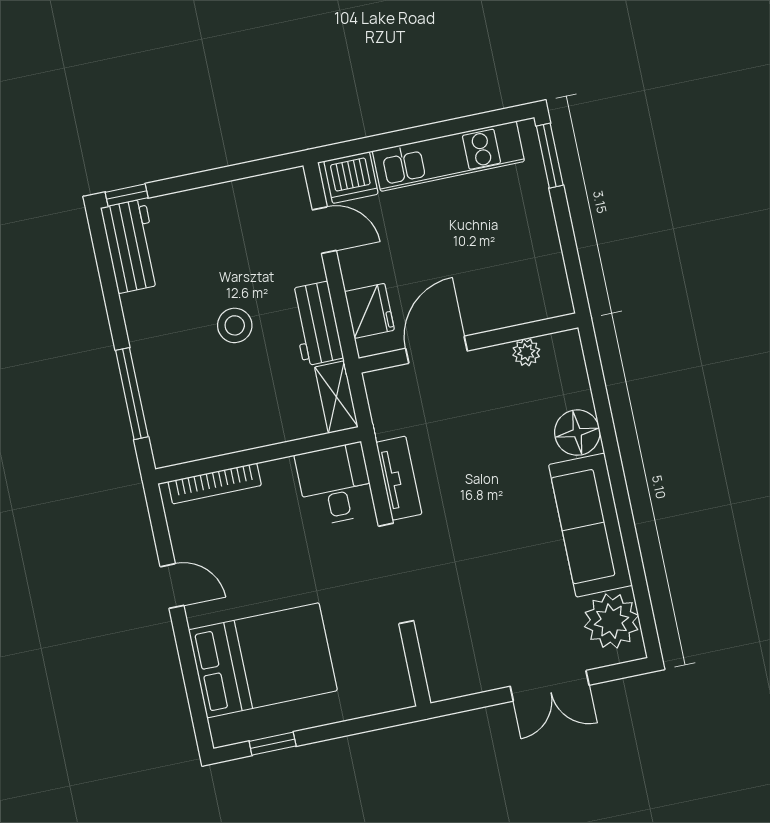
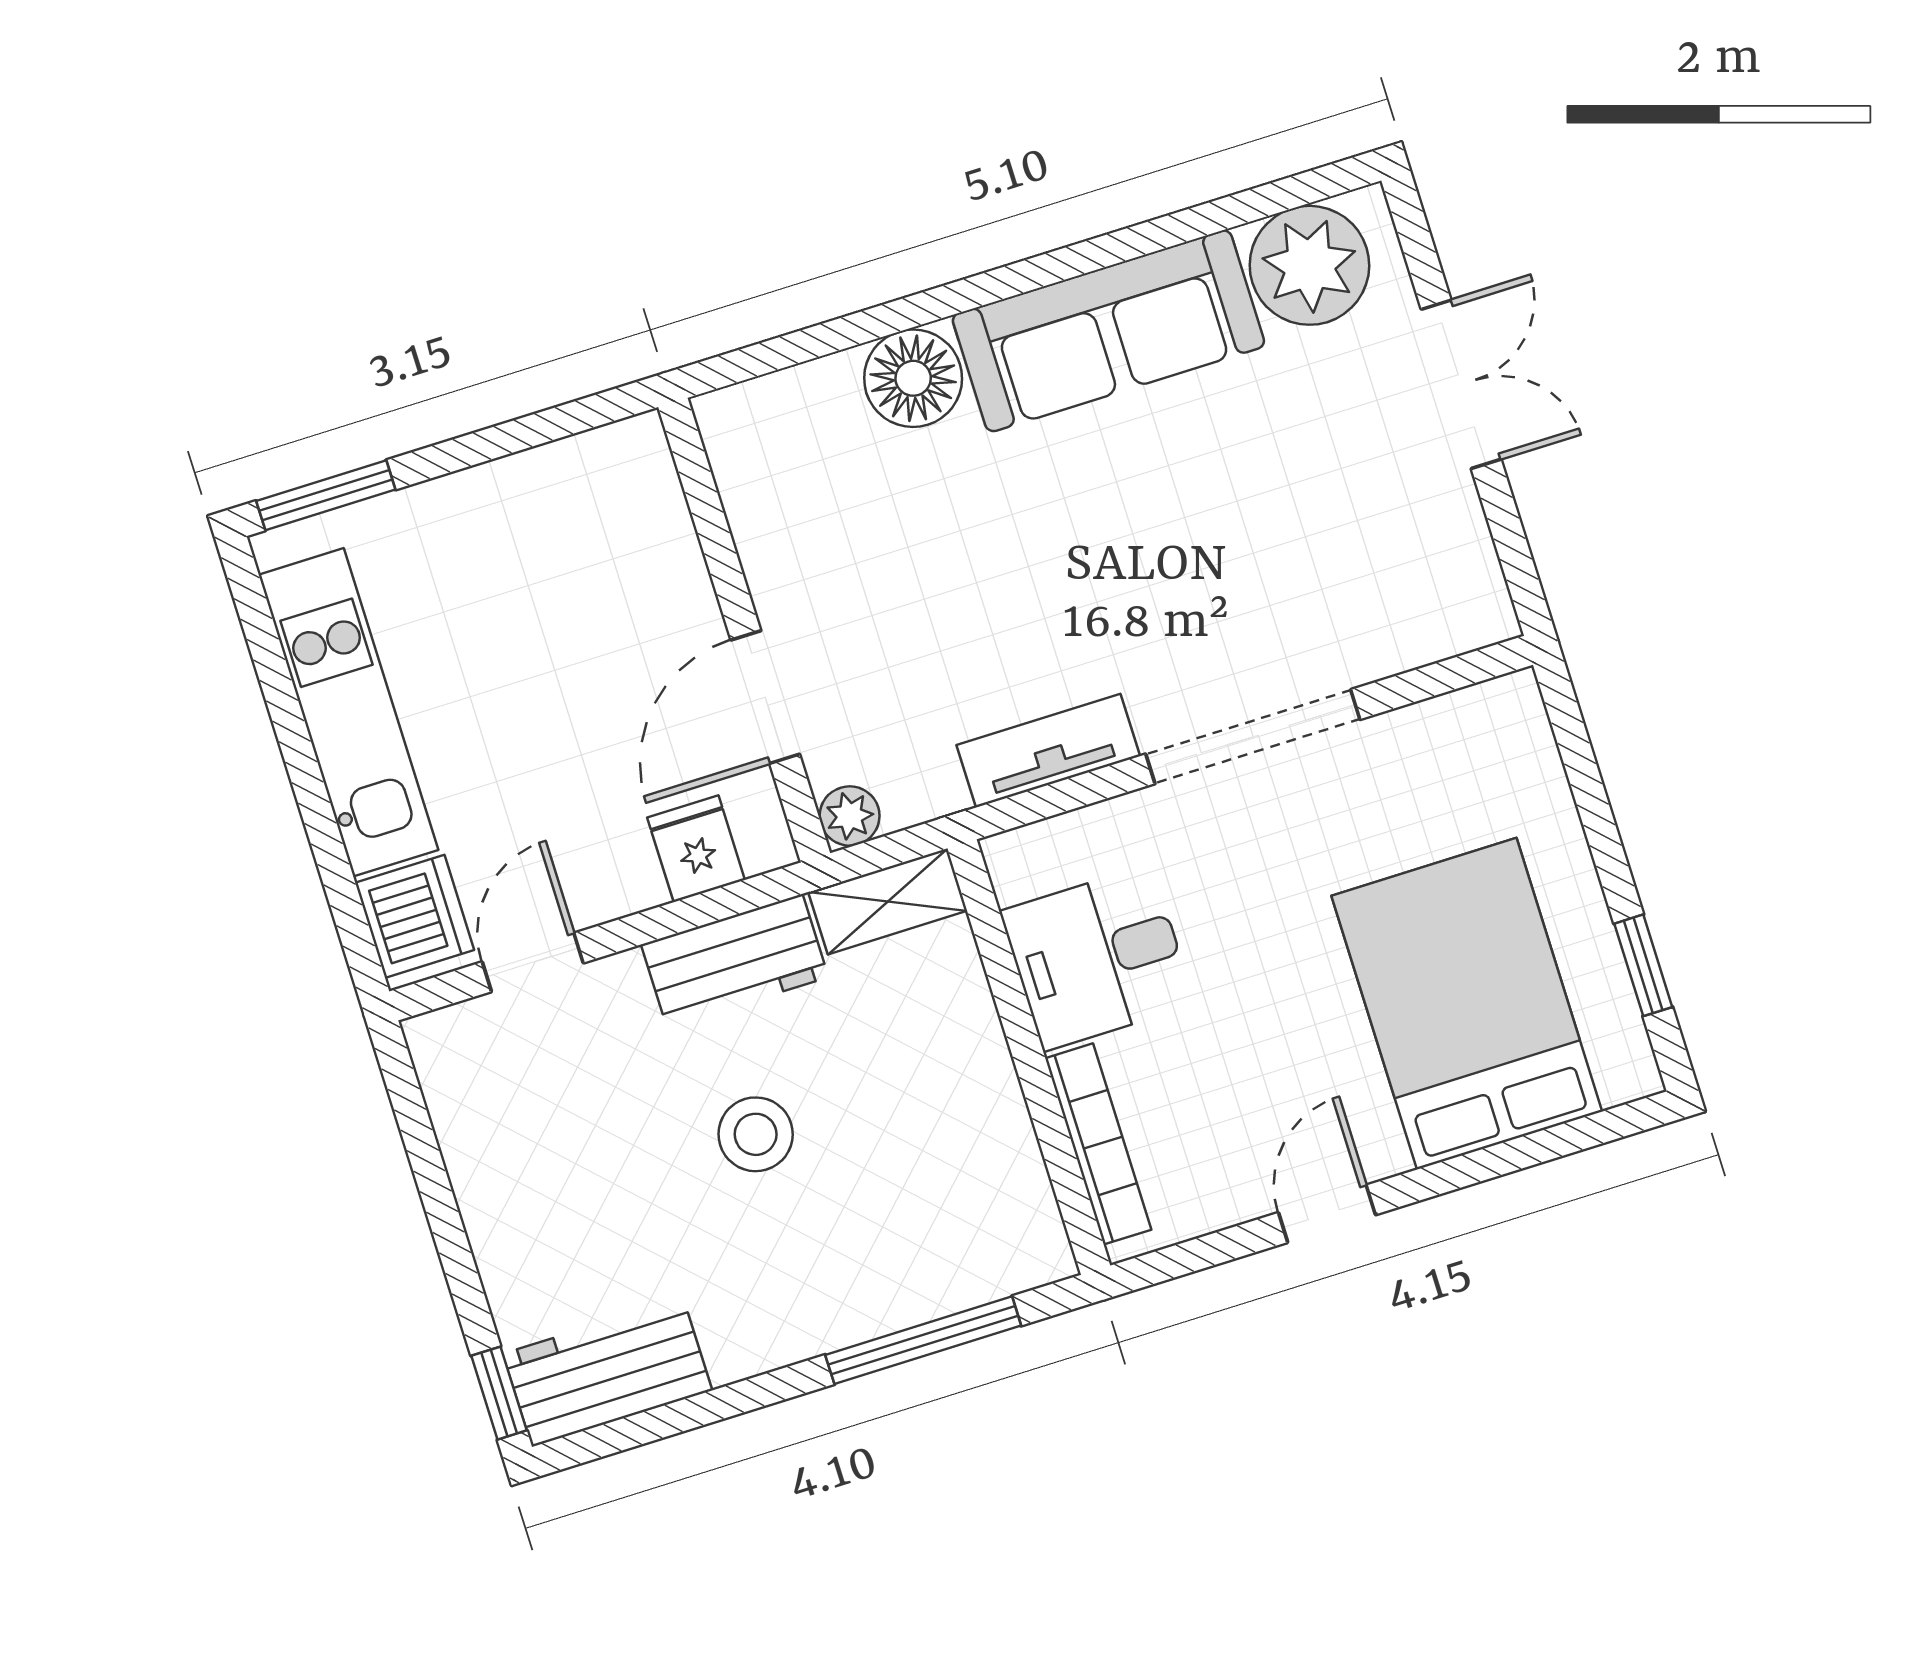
fridge: (369, 311) -> (696, 849), width x0.72
door: (436, 350) -> (765, 697), hinge flipped
plant: (526, 352) -> (850, 816), moved
desk: (335, 484) -> (1097, 958), moved

